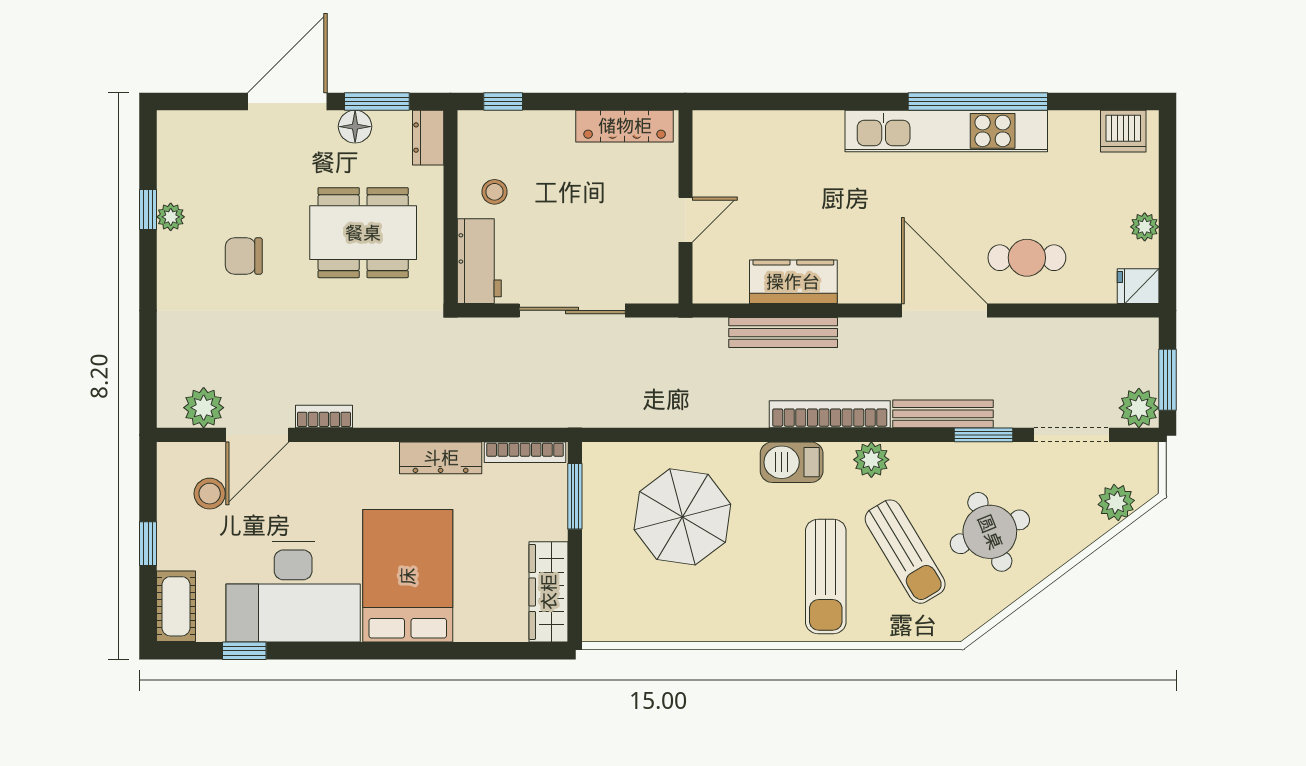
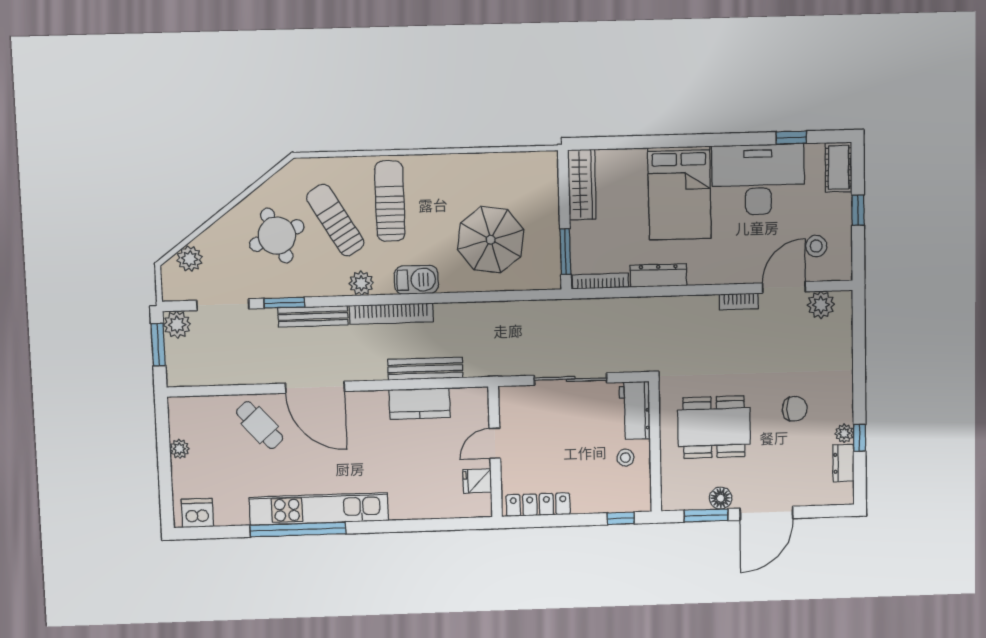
dresser: (428, 138) -> (843, 463), moved, turned 180
cafe table: (1027, 258) -> (260, 425), turned 49
fridge: (1138, 286) -> (477, 481), moved, turned 180

